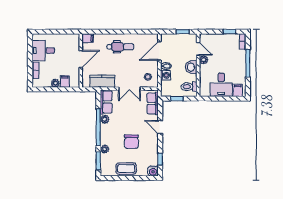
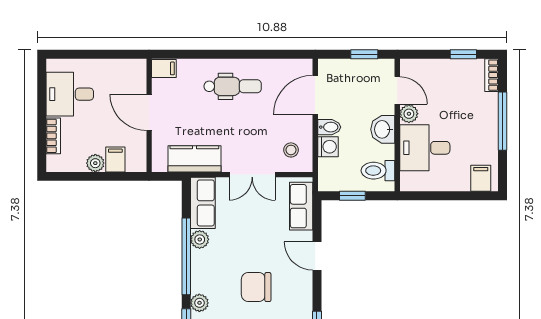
door: (81, 59) -> (149, 112), swing flipped
desk: (221, 85) -> (425, 148), moved, turned 90
chair: (131, 142) -> (256, 287), turned 90

